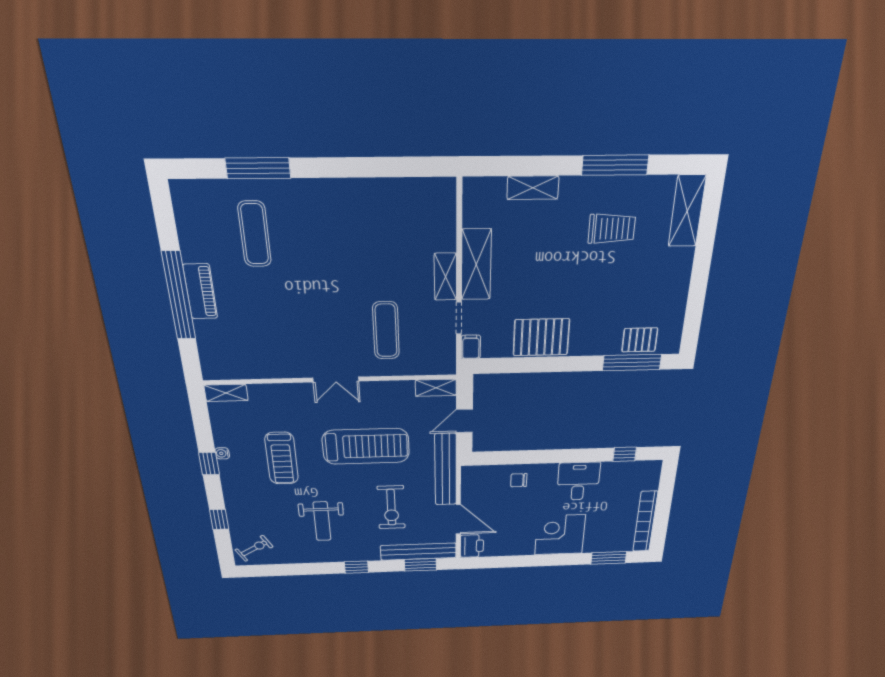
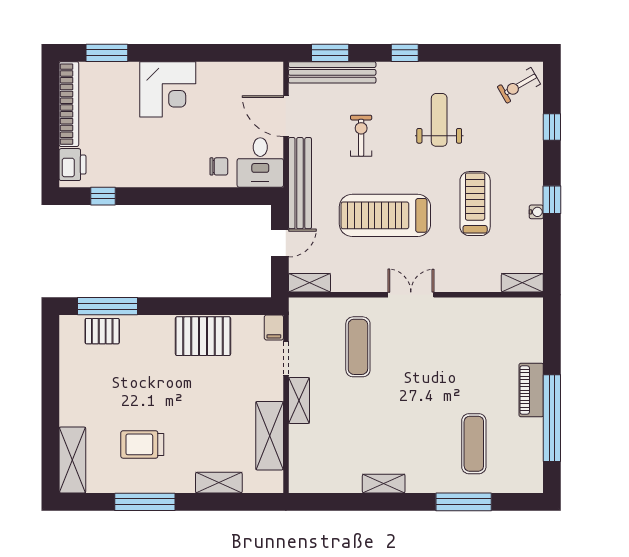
shelving: (351, 189) -> (384, 484), added
shelving: (476, 265) -> (270, 436), moved
window: (179, 296) -> (552, 418), moved
desk: (578, 481) -> (260, 162), moved
exercise bike: (391, 507) -> (361, 136), width x0.73, depth x0.72
printer: (472, 546) -> (73, 165), moved, turned 180

